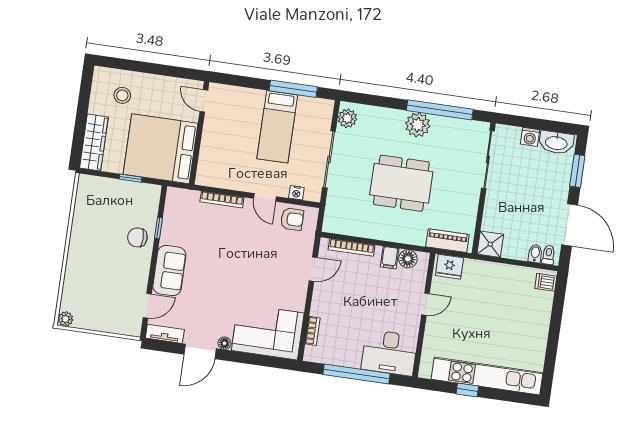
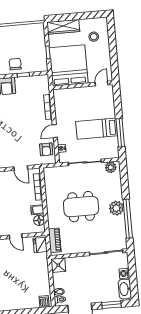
dining table: (401, 183) -> (81, 207), turned 90

